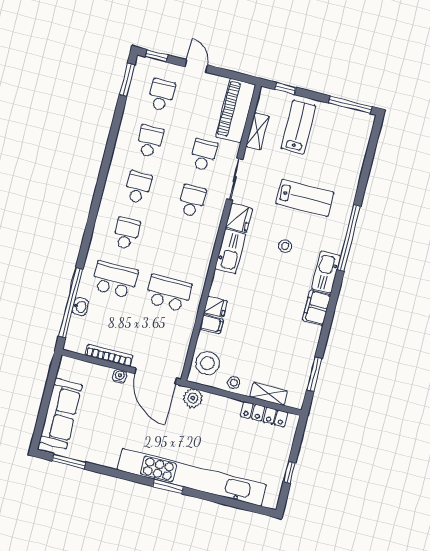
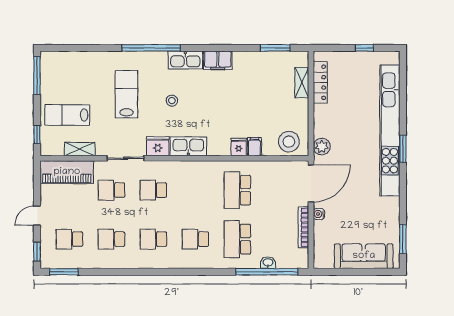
stool: (234, 383) -> (300, 115), removed

